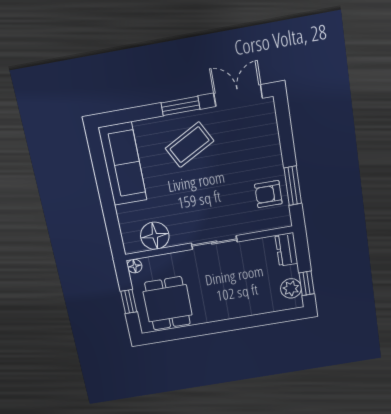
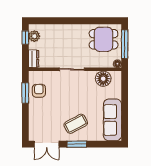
armchair: (268, 194) -> (39, 91), turned -90
window: (129, 302) -> (125, 44), width x2.17
dining table: (168, 303) -> (104, 39), turned 90

